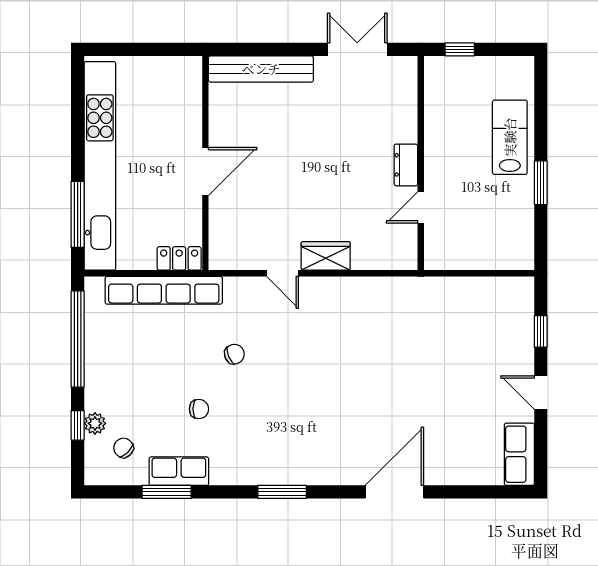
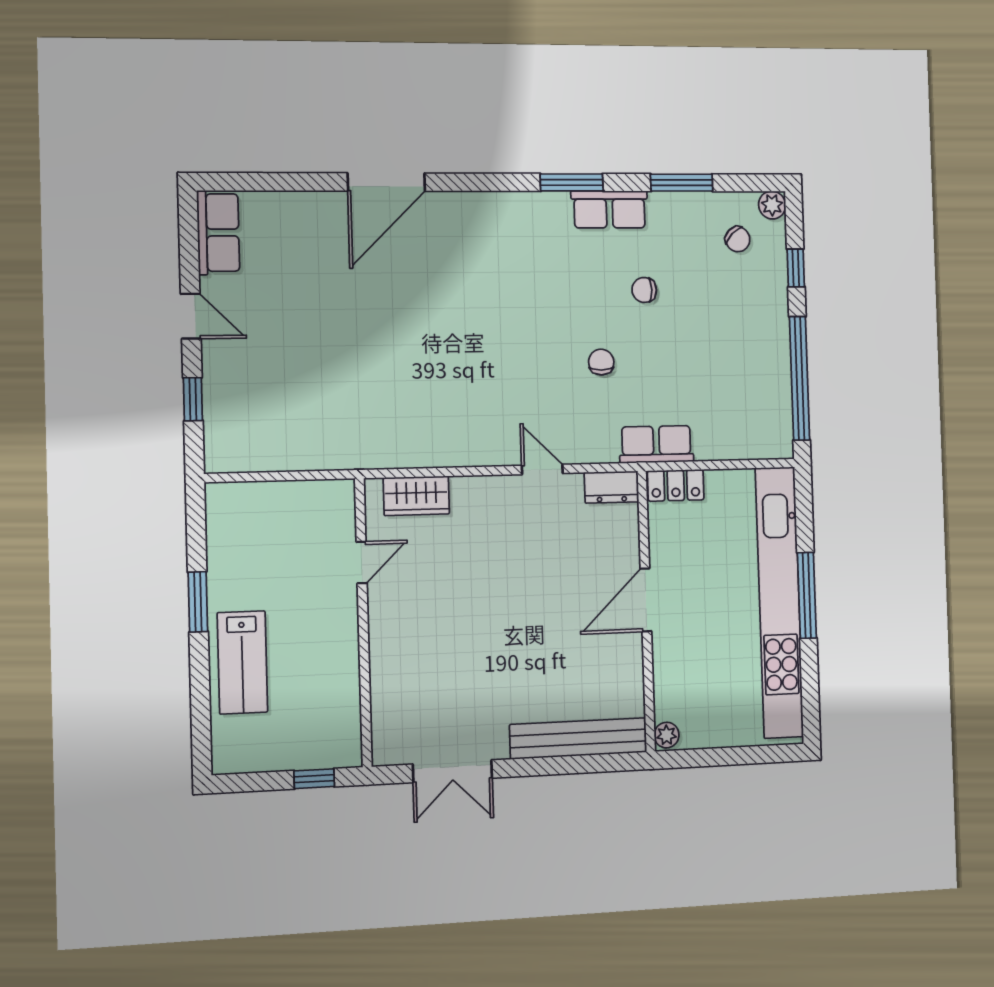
plant: (193, 68) -> (667, 735), added
dresser: (406, 165) -> (612, 487), moved, turned 90
window: (78, 214) -> (807, 595), moved
wardrobe: (326, 256) -> (416, 496), moved
row of seats: (164, 290) -> (656, 444), width x0.50
chair: (234, 354) -> (601, 362), turned 113
plant: (95, 423) -> (772, 205), moved
row of seats: (179, 471) -> (609, 209), moved
window: (282, 492) -> (572, 182), moved

